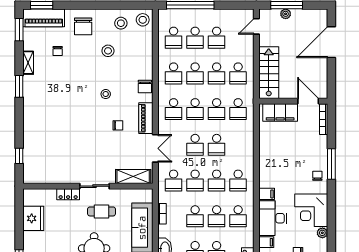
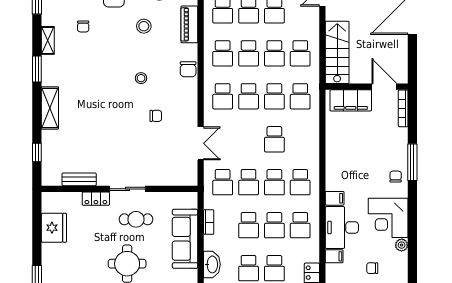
piano: (146, 118) -> (189, 24), moved
school desk: (195, 145) -> (249, 139), removed
shelving: (133, 177) -> (50, 108), moved, turned 90
bench: (54, 178) -> (79, 179), added

